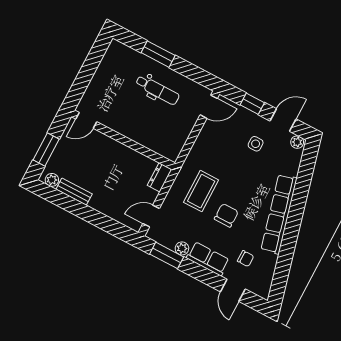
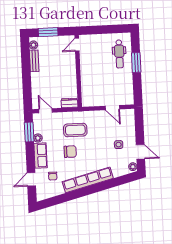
dental chair: (157, 90) -> (119, 54), moved
window: (252, 104) -> (139, 130), removed
door: (209, 107) -> (112, 108), moved
door: (86, 120) -> (77, 45), hinge flipped

